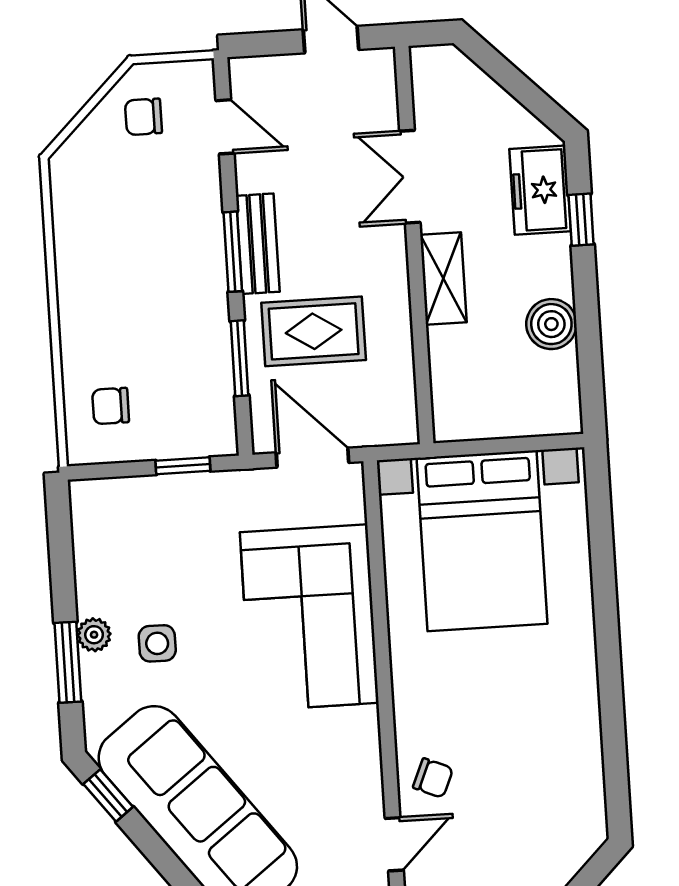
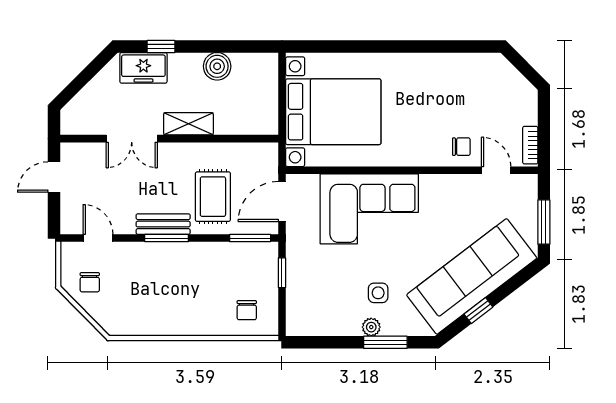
door: (225, 127) -> (98, 238), hinge flipped
window: (239, 358) -> (250, 238), moved
chair: (433, 778) -> (461, 147), turned 67
window: (108, 795) -> (478, 311), moved

